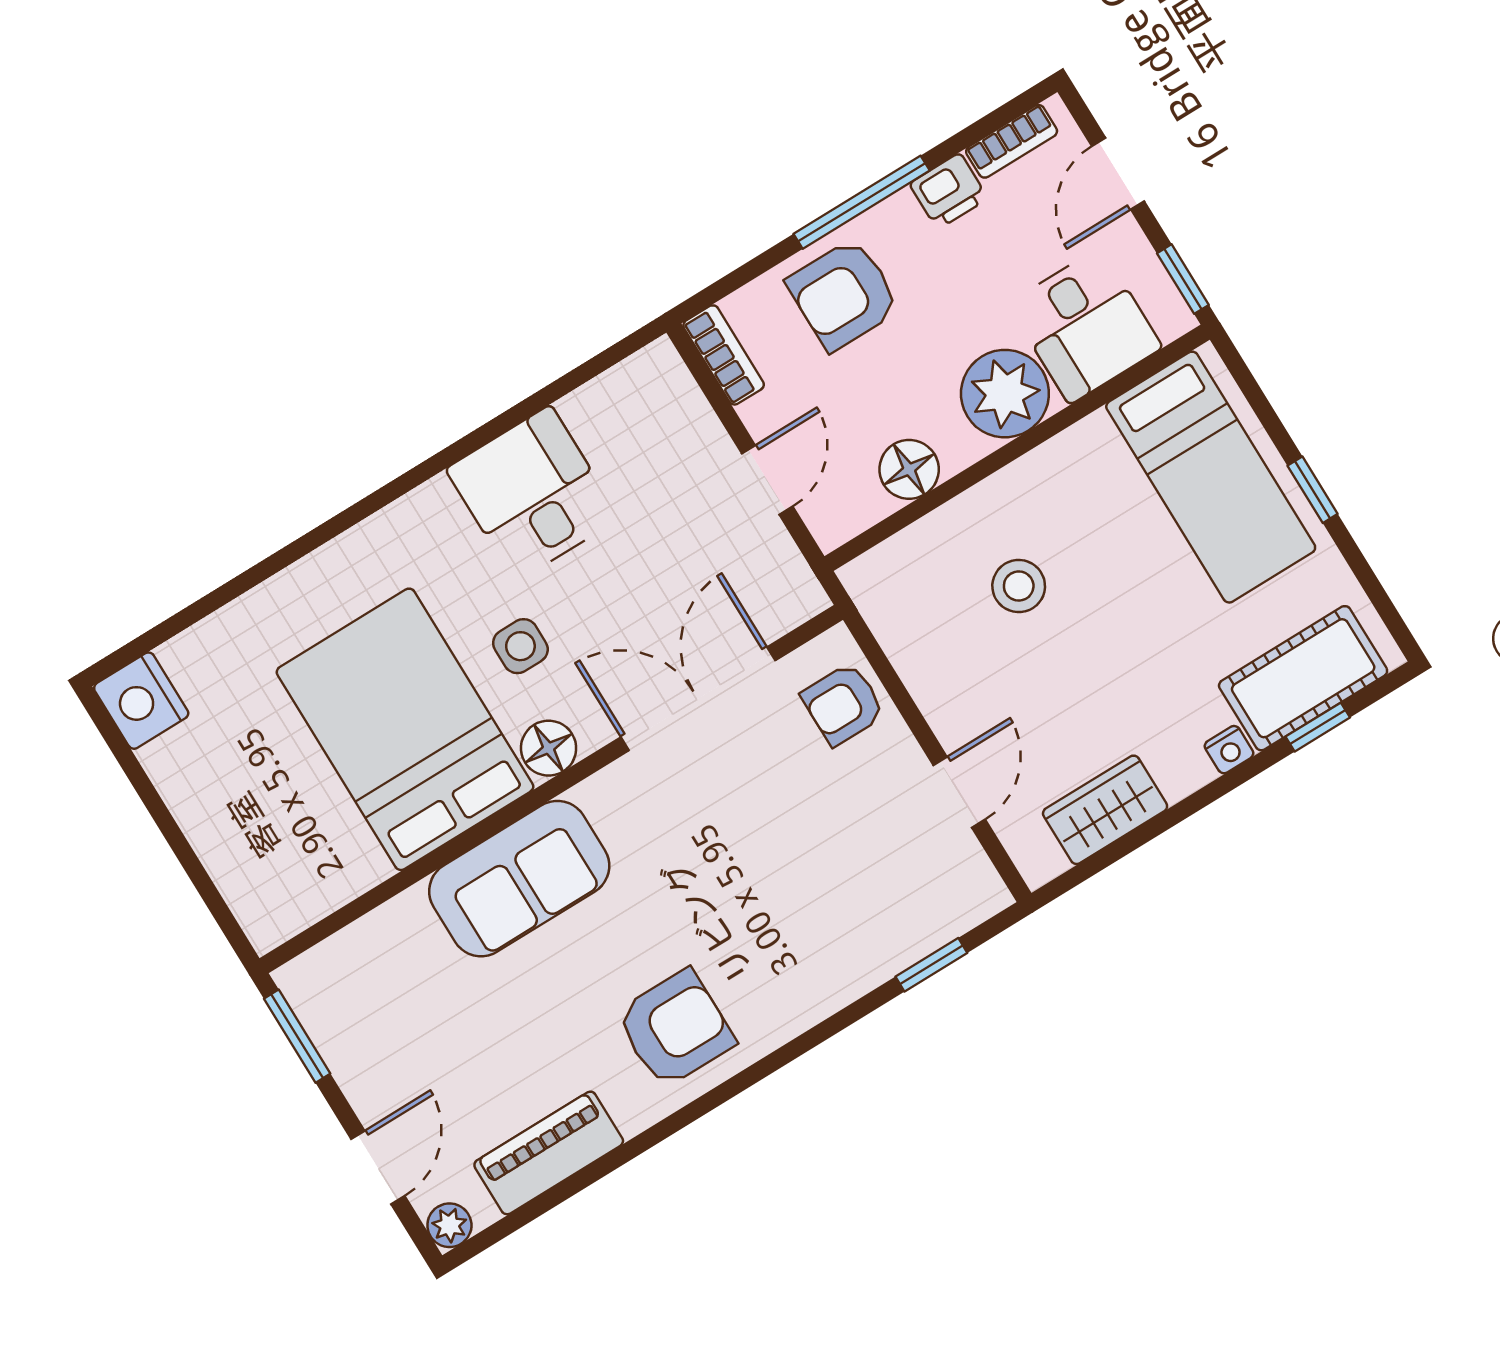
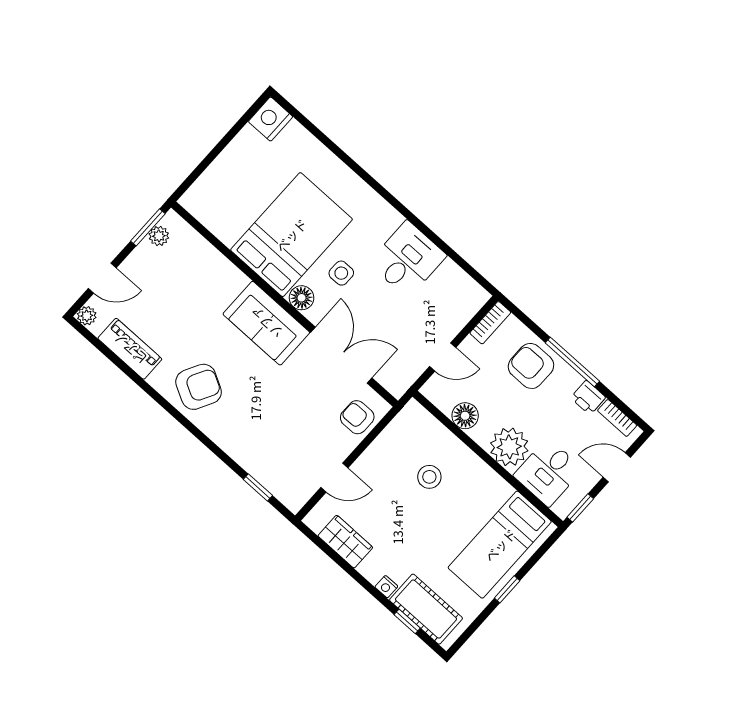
sofa: (519, 879) -> (266, 323), moved
plant: (323, 1018) -> (159, 236), added
armchair: (675, 1029) -> (199, 387), turned -62

